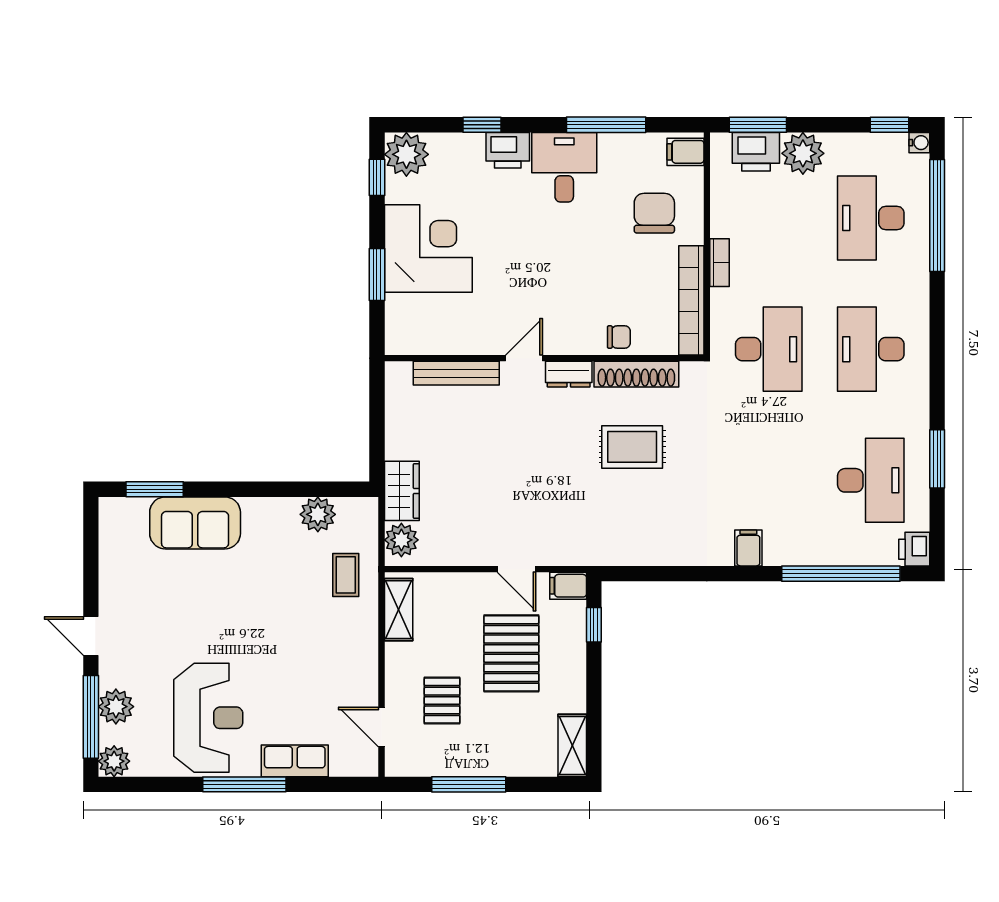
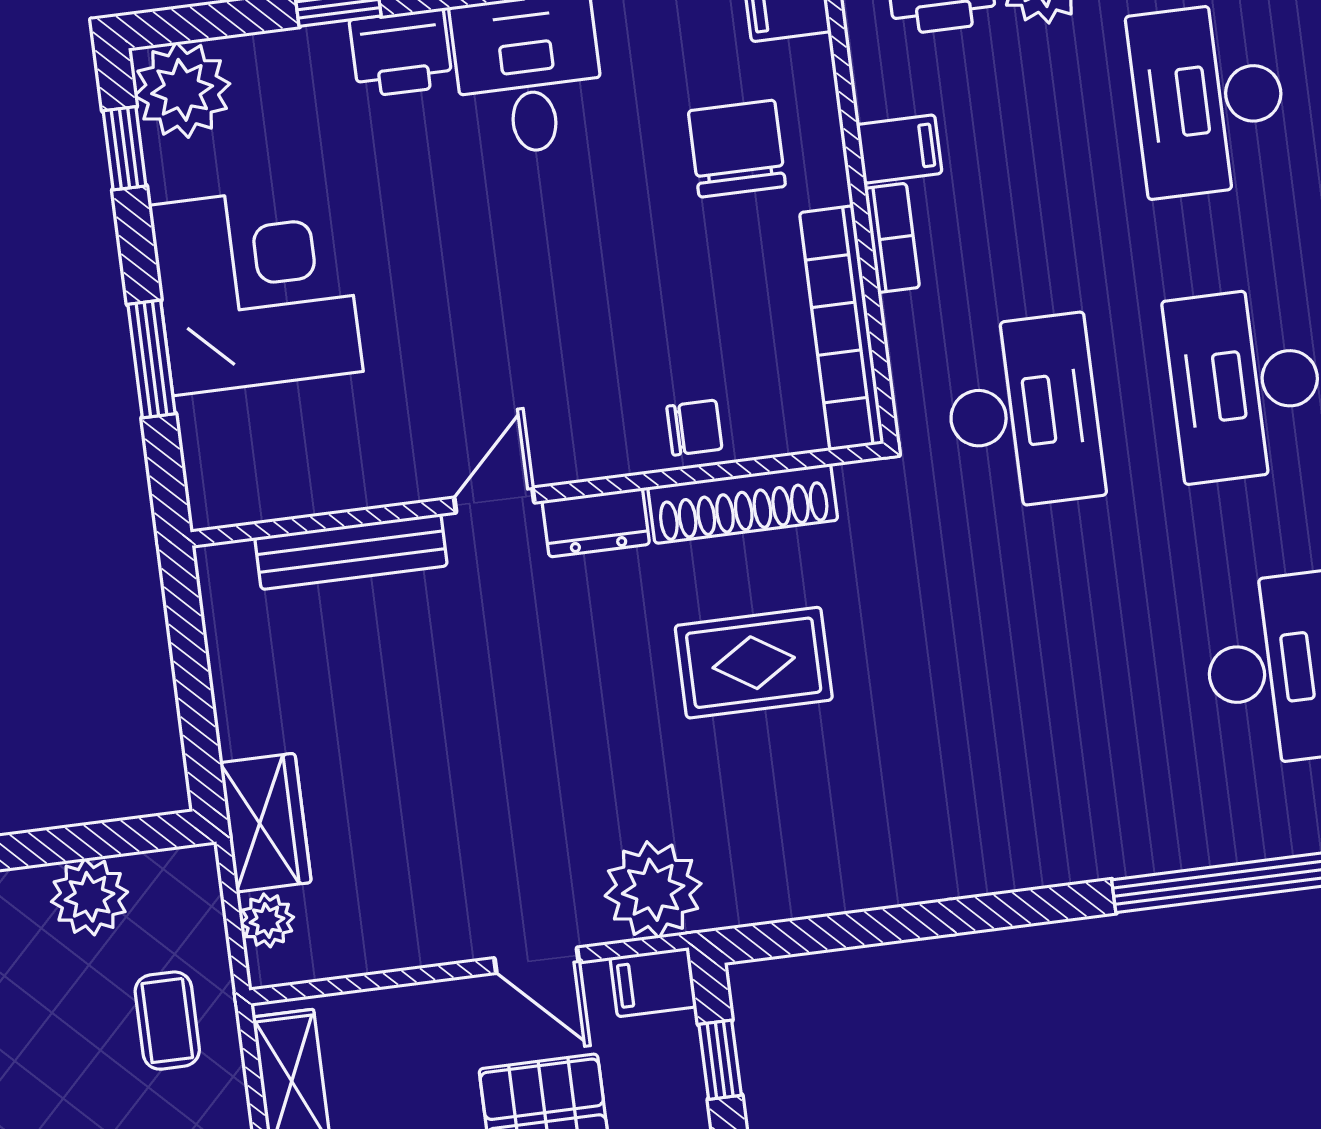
plant: (401, 540) -> (267, 920), width x0.73, depth x0.73
plant: (573, 544) -> (653, 890), added
filing cabinet: (748, 548) -> (899, 149), moved, turned 90

